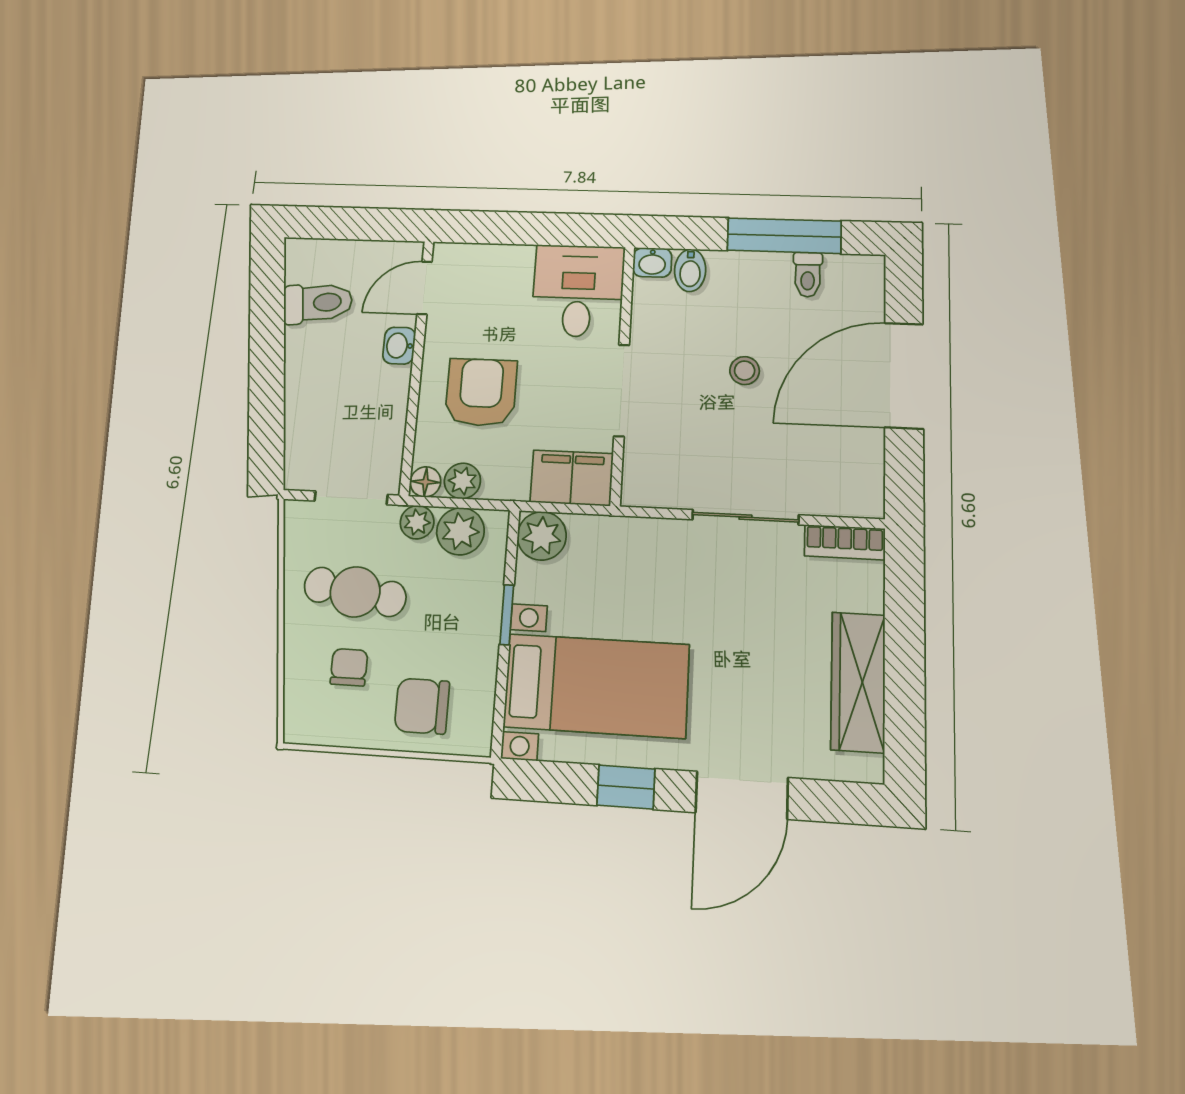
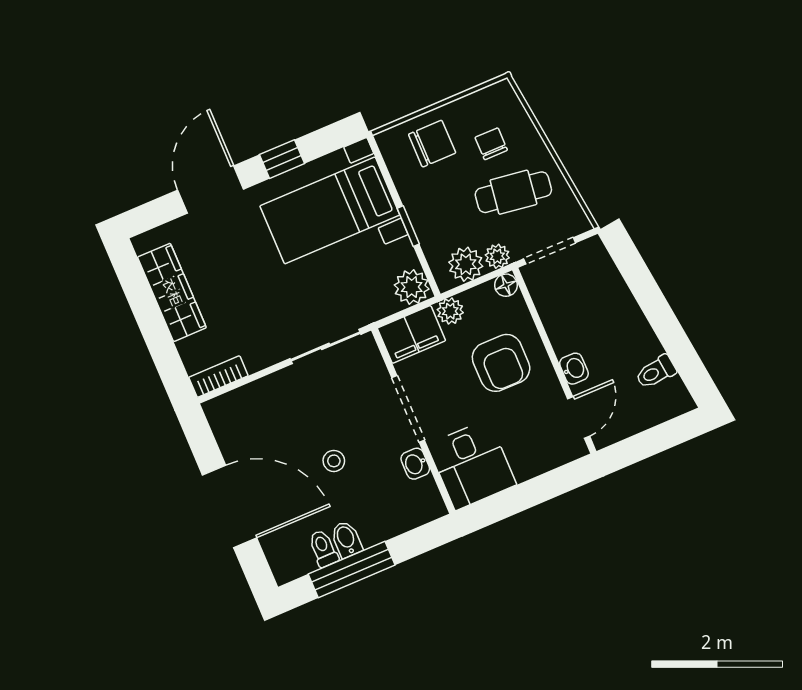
washbasin: (652, 262) -> (415, 464), moved, turned -90
bidet: (690, 270) -> (346, 539), moved
toilet: (318, 303) -> (656, 372), width x0.73, depth x0.72
door: (904, 375) -> (230, 506), hinge flipped
plant: (462, 481) -> (450, 311), moved
sliding door: (745, 517) -> (325, 346), moved
chair: (349, 667) -> (491, 144), turned 180

